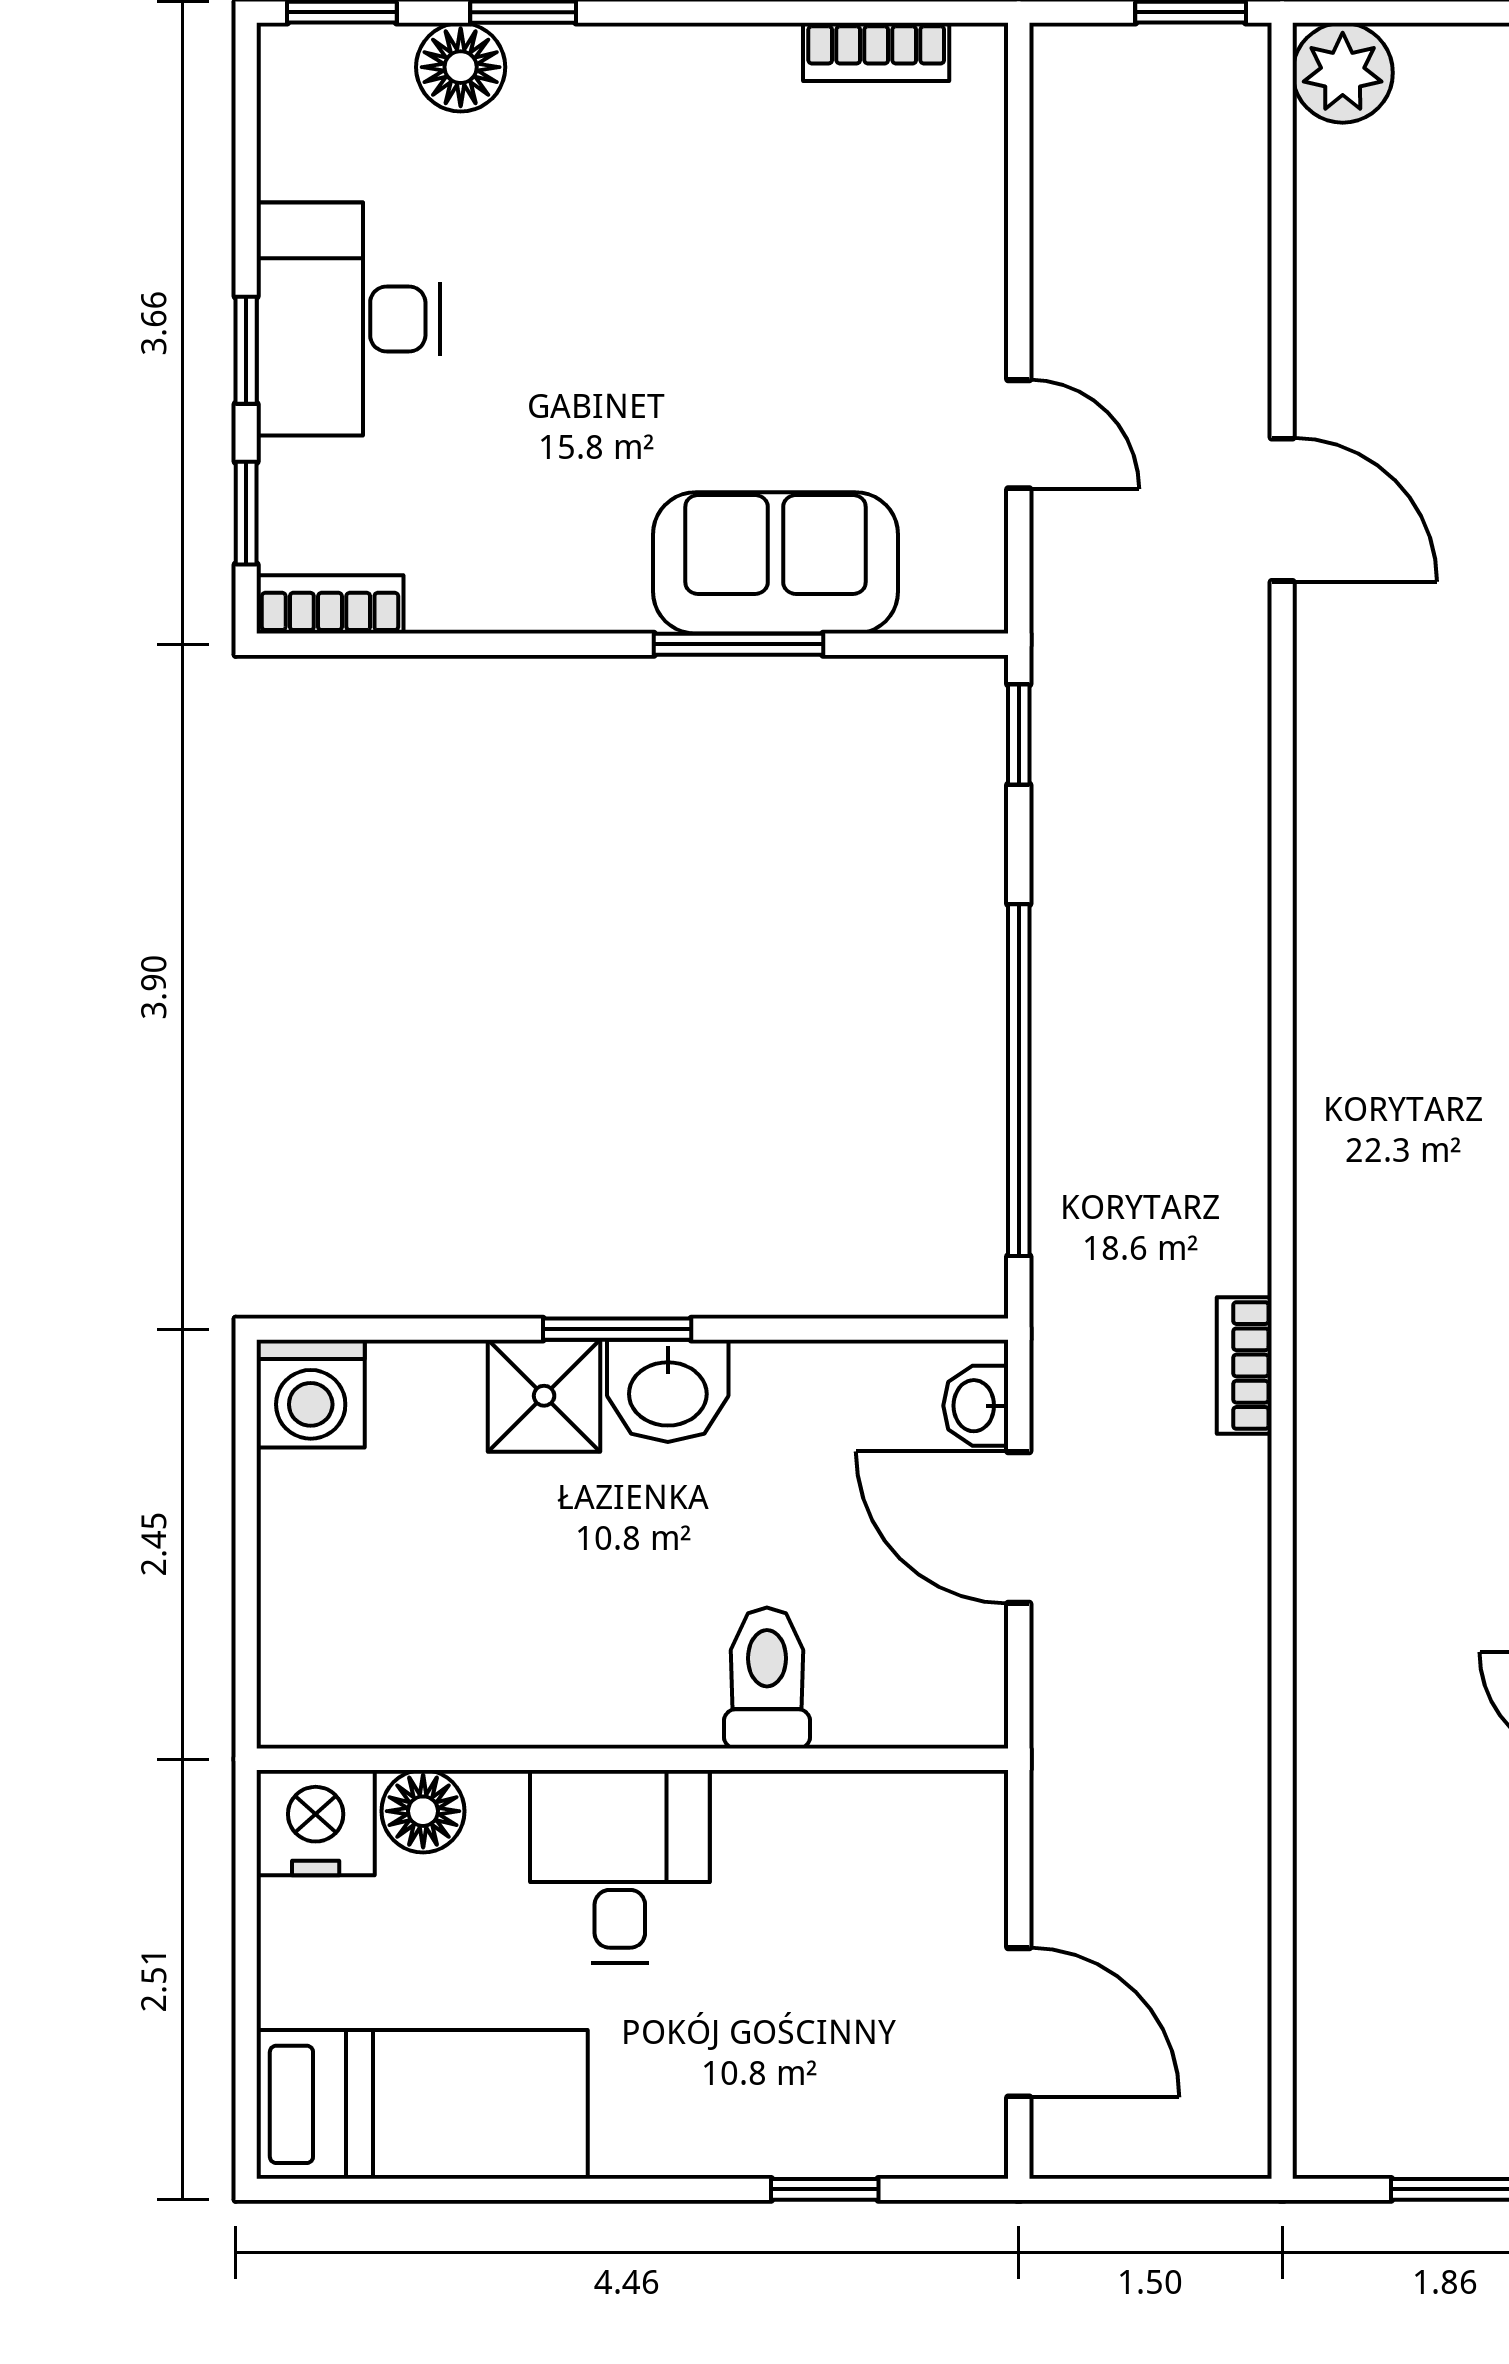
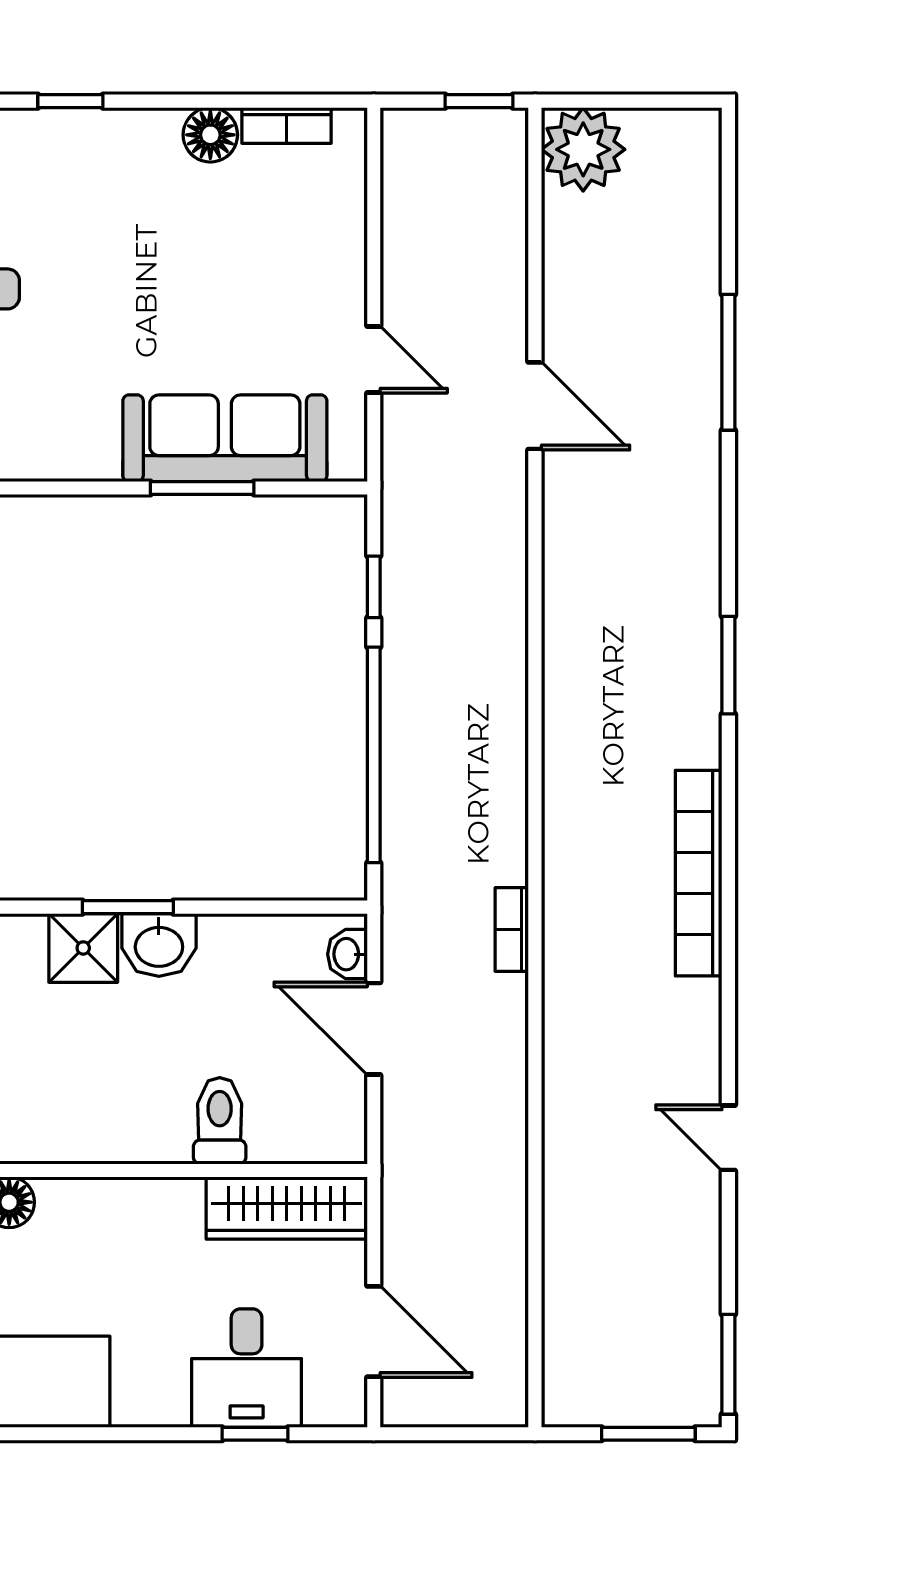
floor lamp: (461, 67) -> (210, 135), moved
plant: (1343, 73) -> (583, 149), width x1.36, depth x1.36
sofa: (775, 563) -> (225, 438), width x1.36
window: (1019, 735) -> (374, 587), moved
wardrobe: (877, 1821) -> (287, 1208), added
desk: (620, 1867) -> (247, 1368), moved, turned 180

